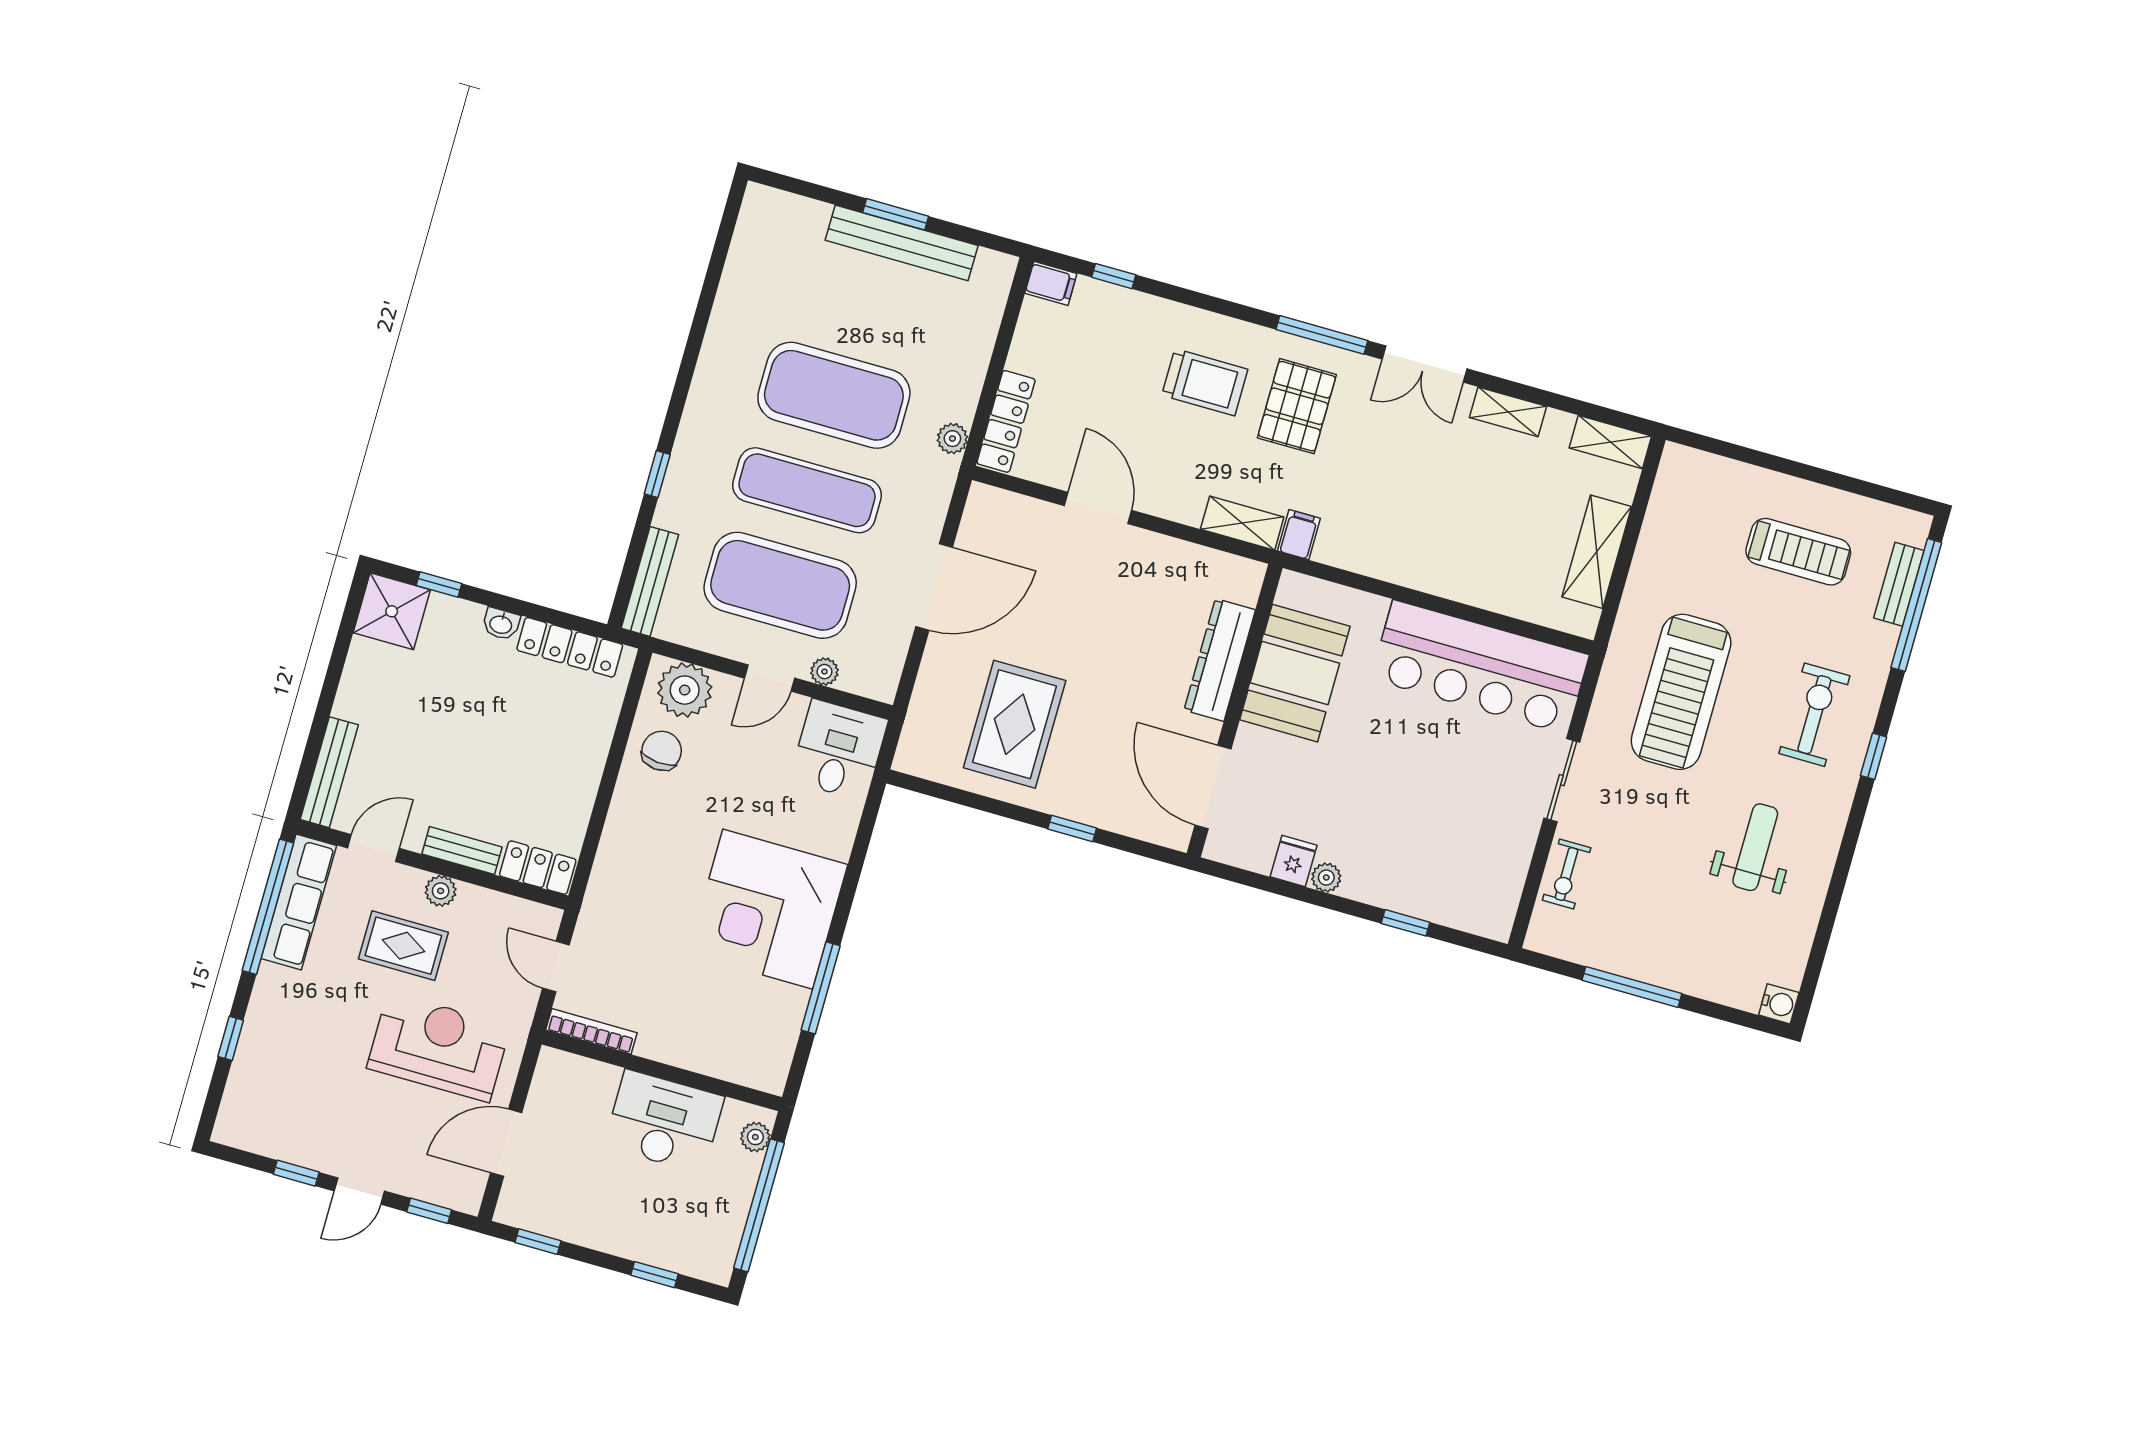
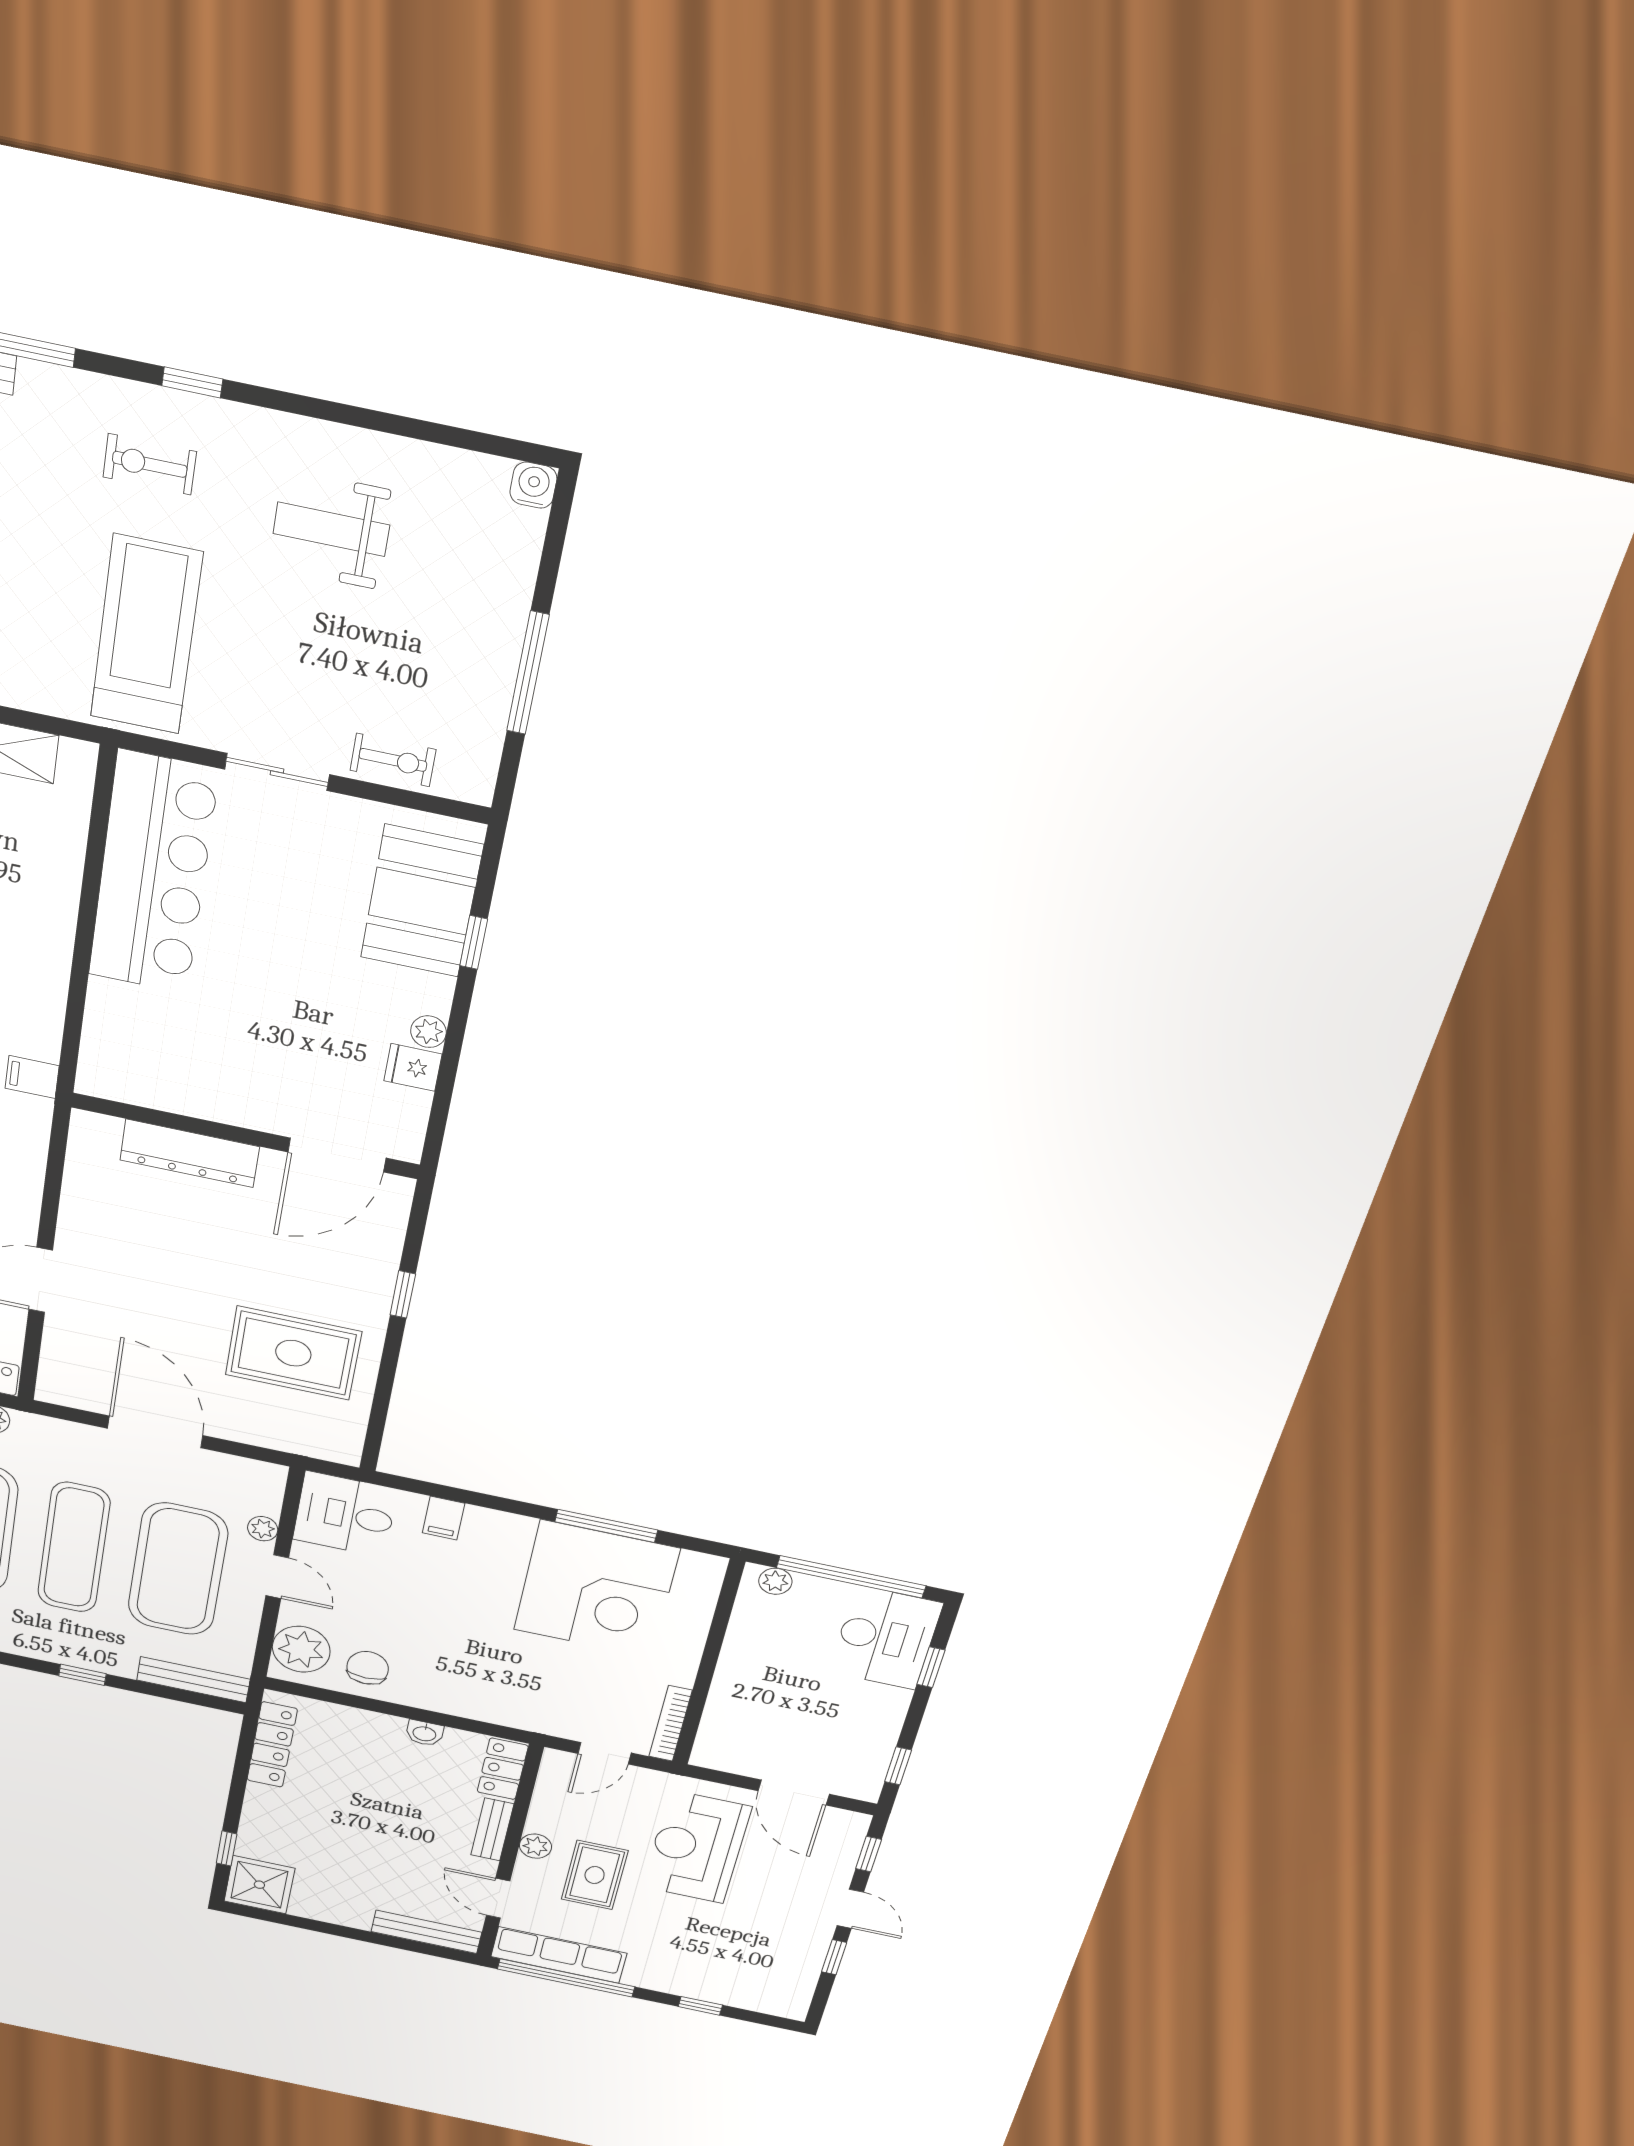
shelving: (1242, 523) -> (30, 1136), removed
washbasin: (501, 624) -> (425, 1733), moved, turned 90
booth: (1295, 673) -> (422, 901), moved, turned 90
treadmill: (1681, 692) -> (146, 635), turned -90
exercise bike: (1814, 715) -> (150, 464), width x0.73, depth x0.72
chair: (662, 751) -> (368, 1668), turned 85
filing cabinet: (833, 840) -> (444, 1518), added
corner desk: (768, 909) -> (596, 1589), moved
desk: (664, 1121) -> (886, 1638), moved, turned 180

